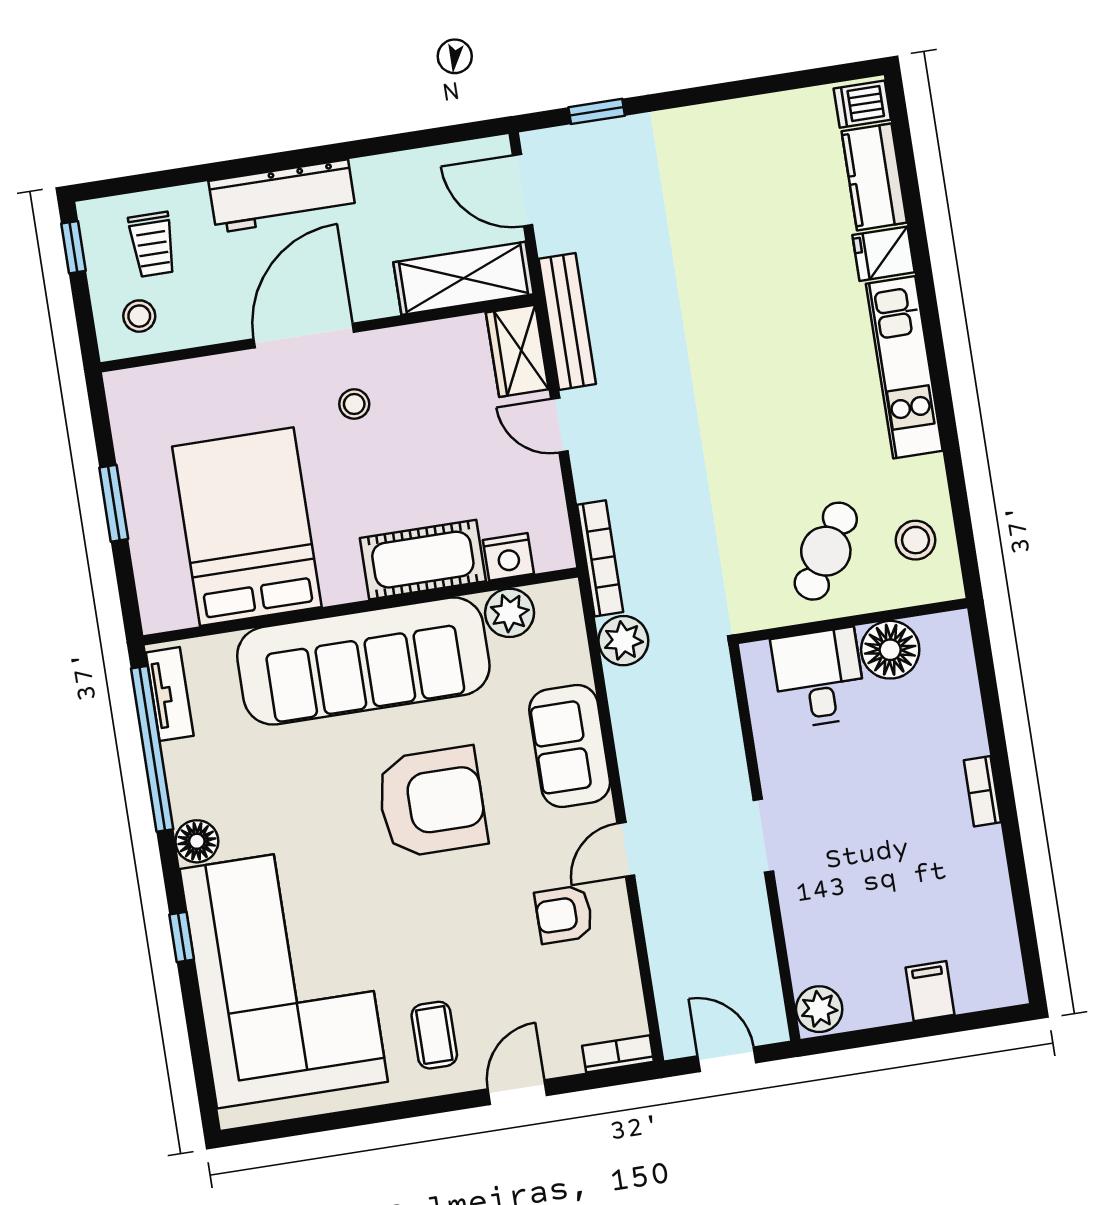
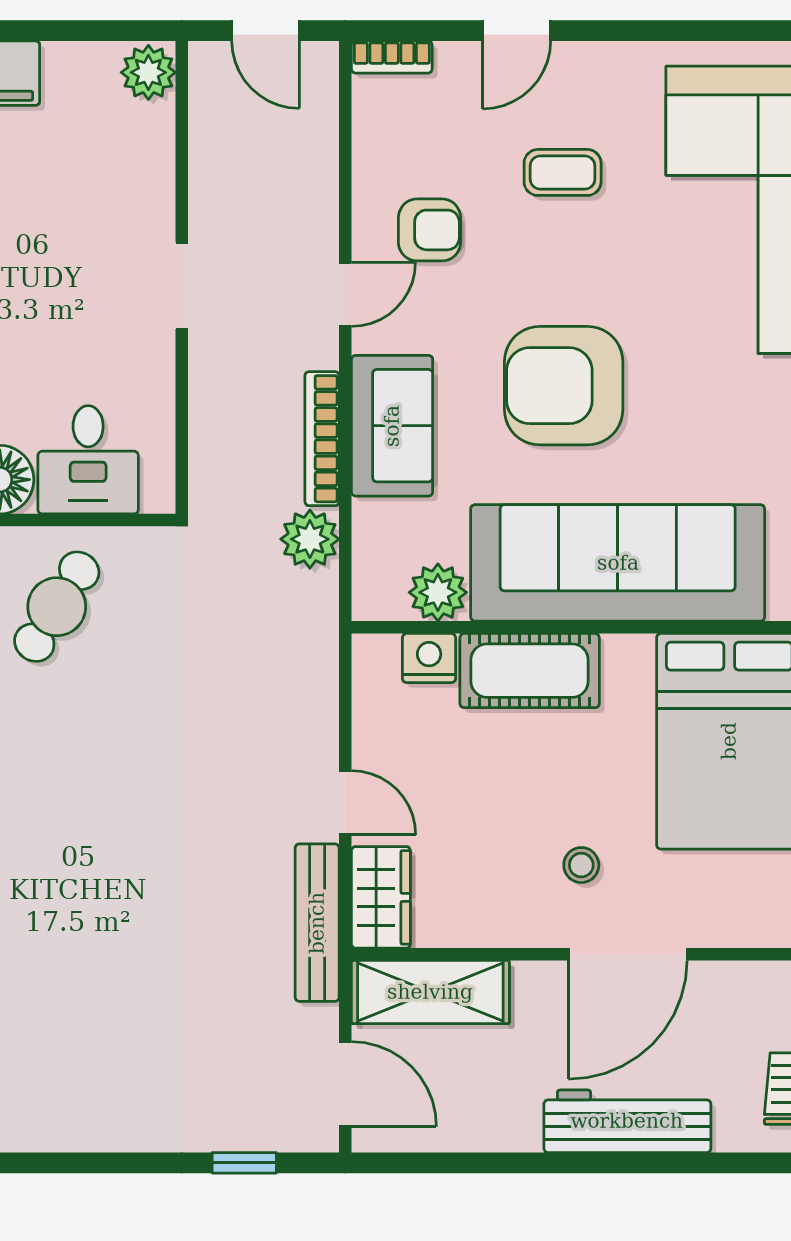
bookcase: (600, 558) -> (322, 439), moved
coffee table: (434, 1035) -> (563, 172), moved, turned 90

